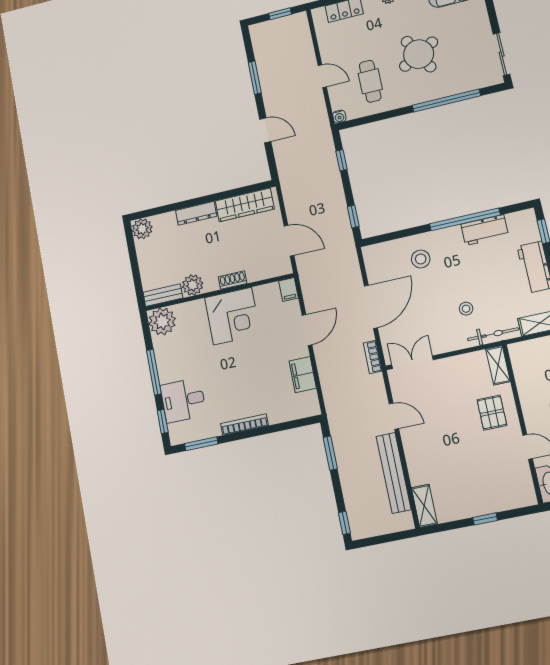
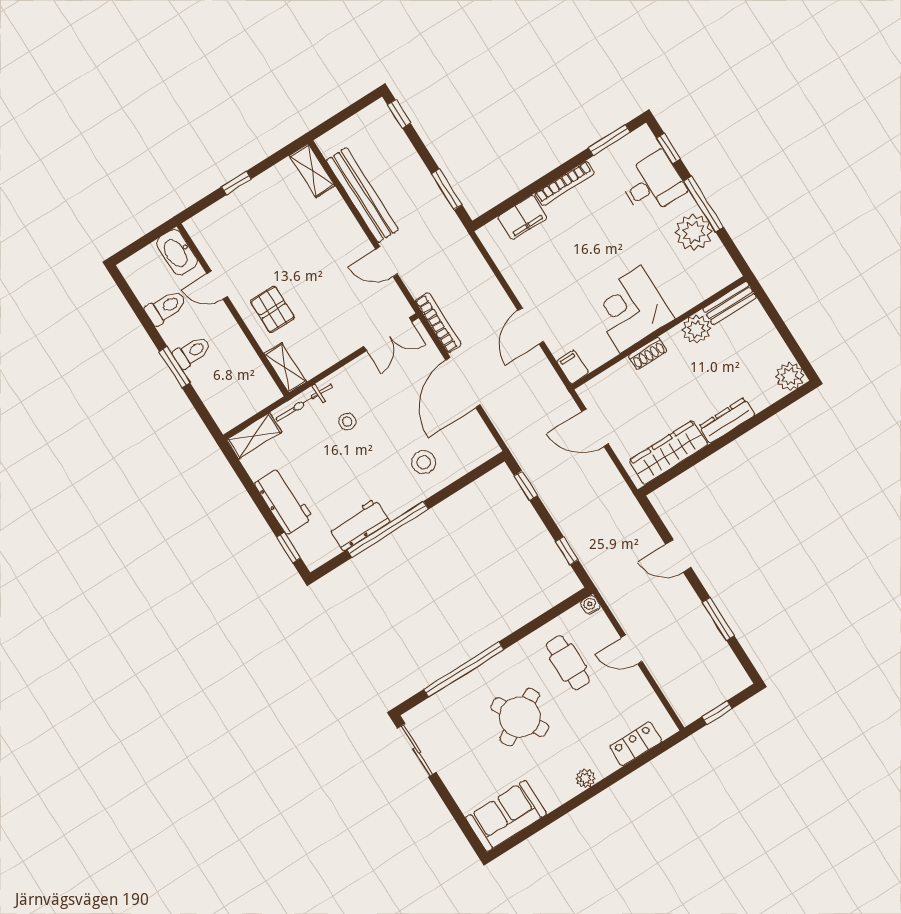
plant: (162, 321) -> (694, 232), moved
bookcase: (373, 357) -> (438, 323), width x1.56
filing cabinet: (303, 375) -> (522, 217), moved, turned 90

